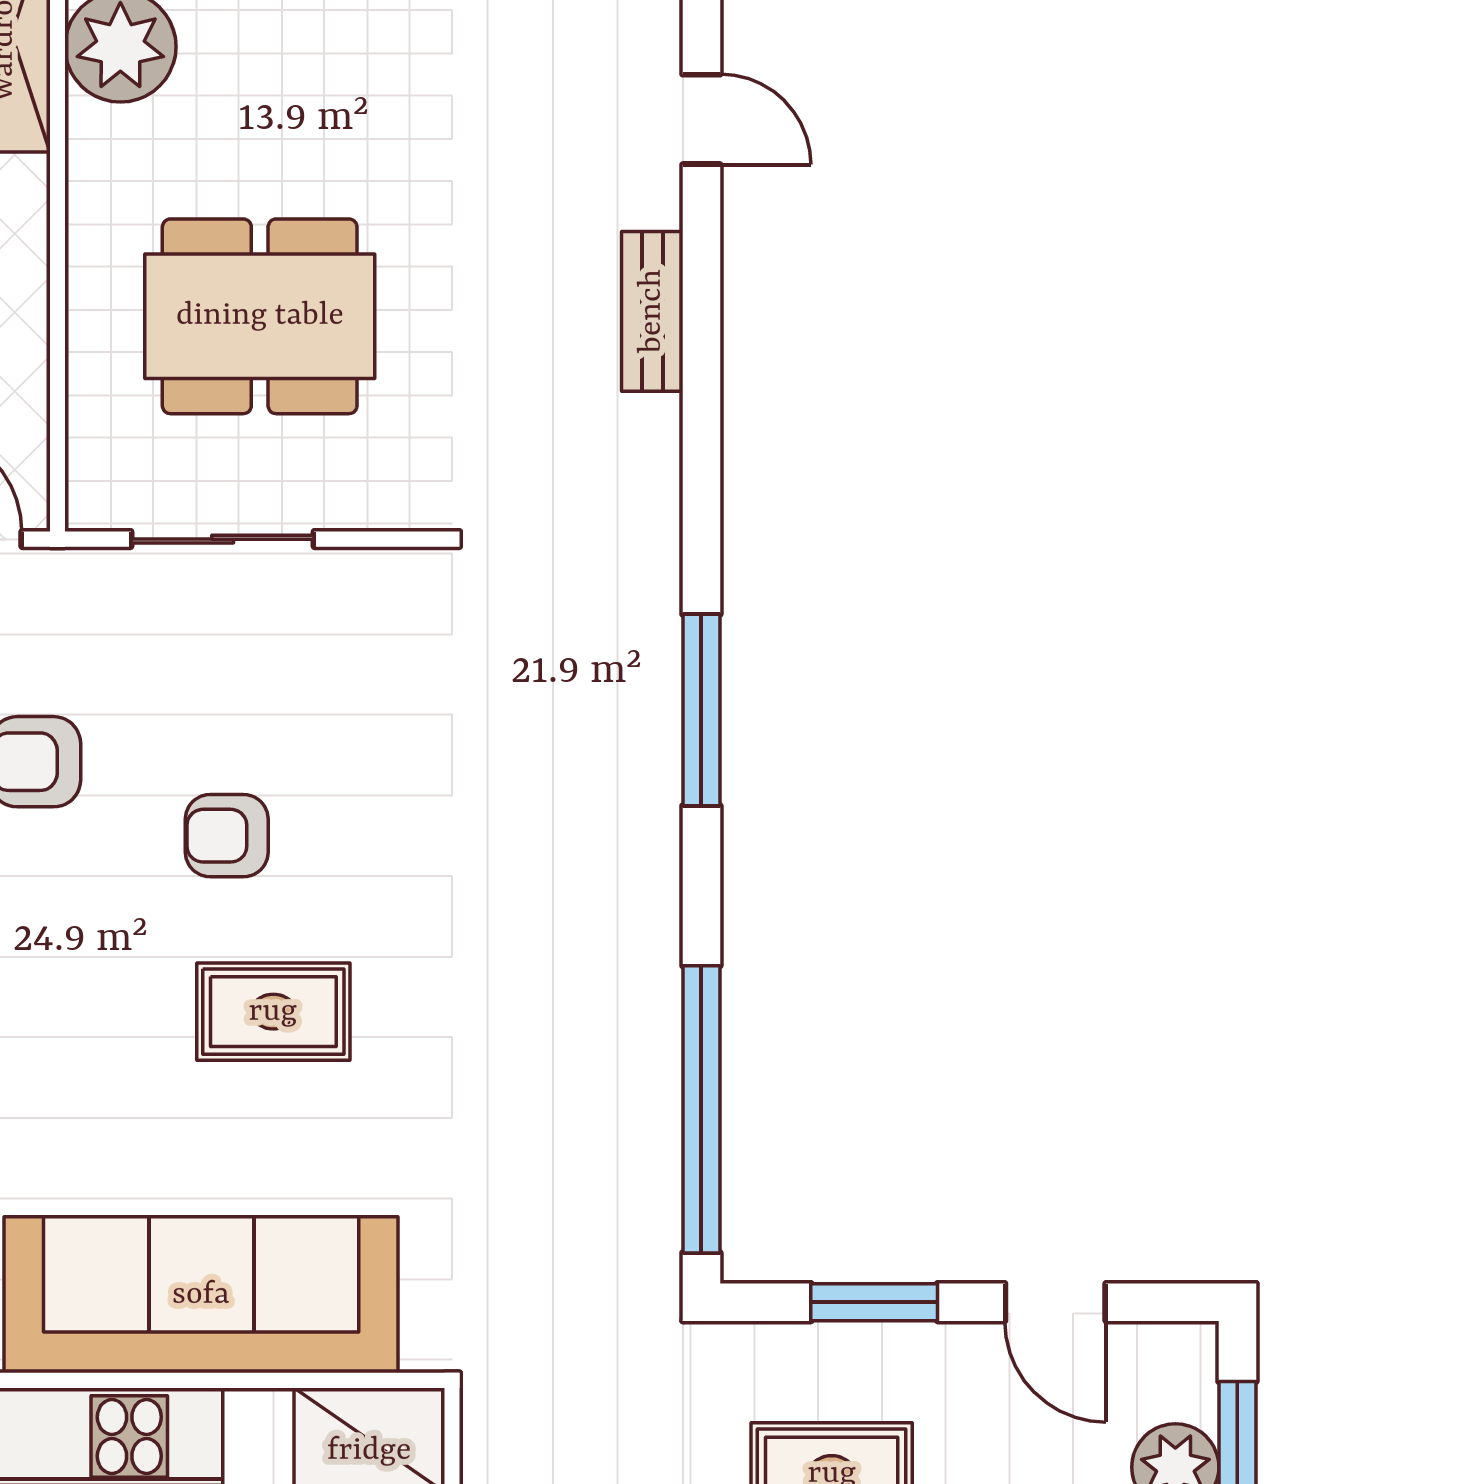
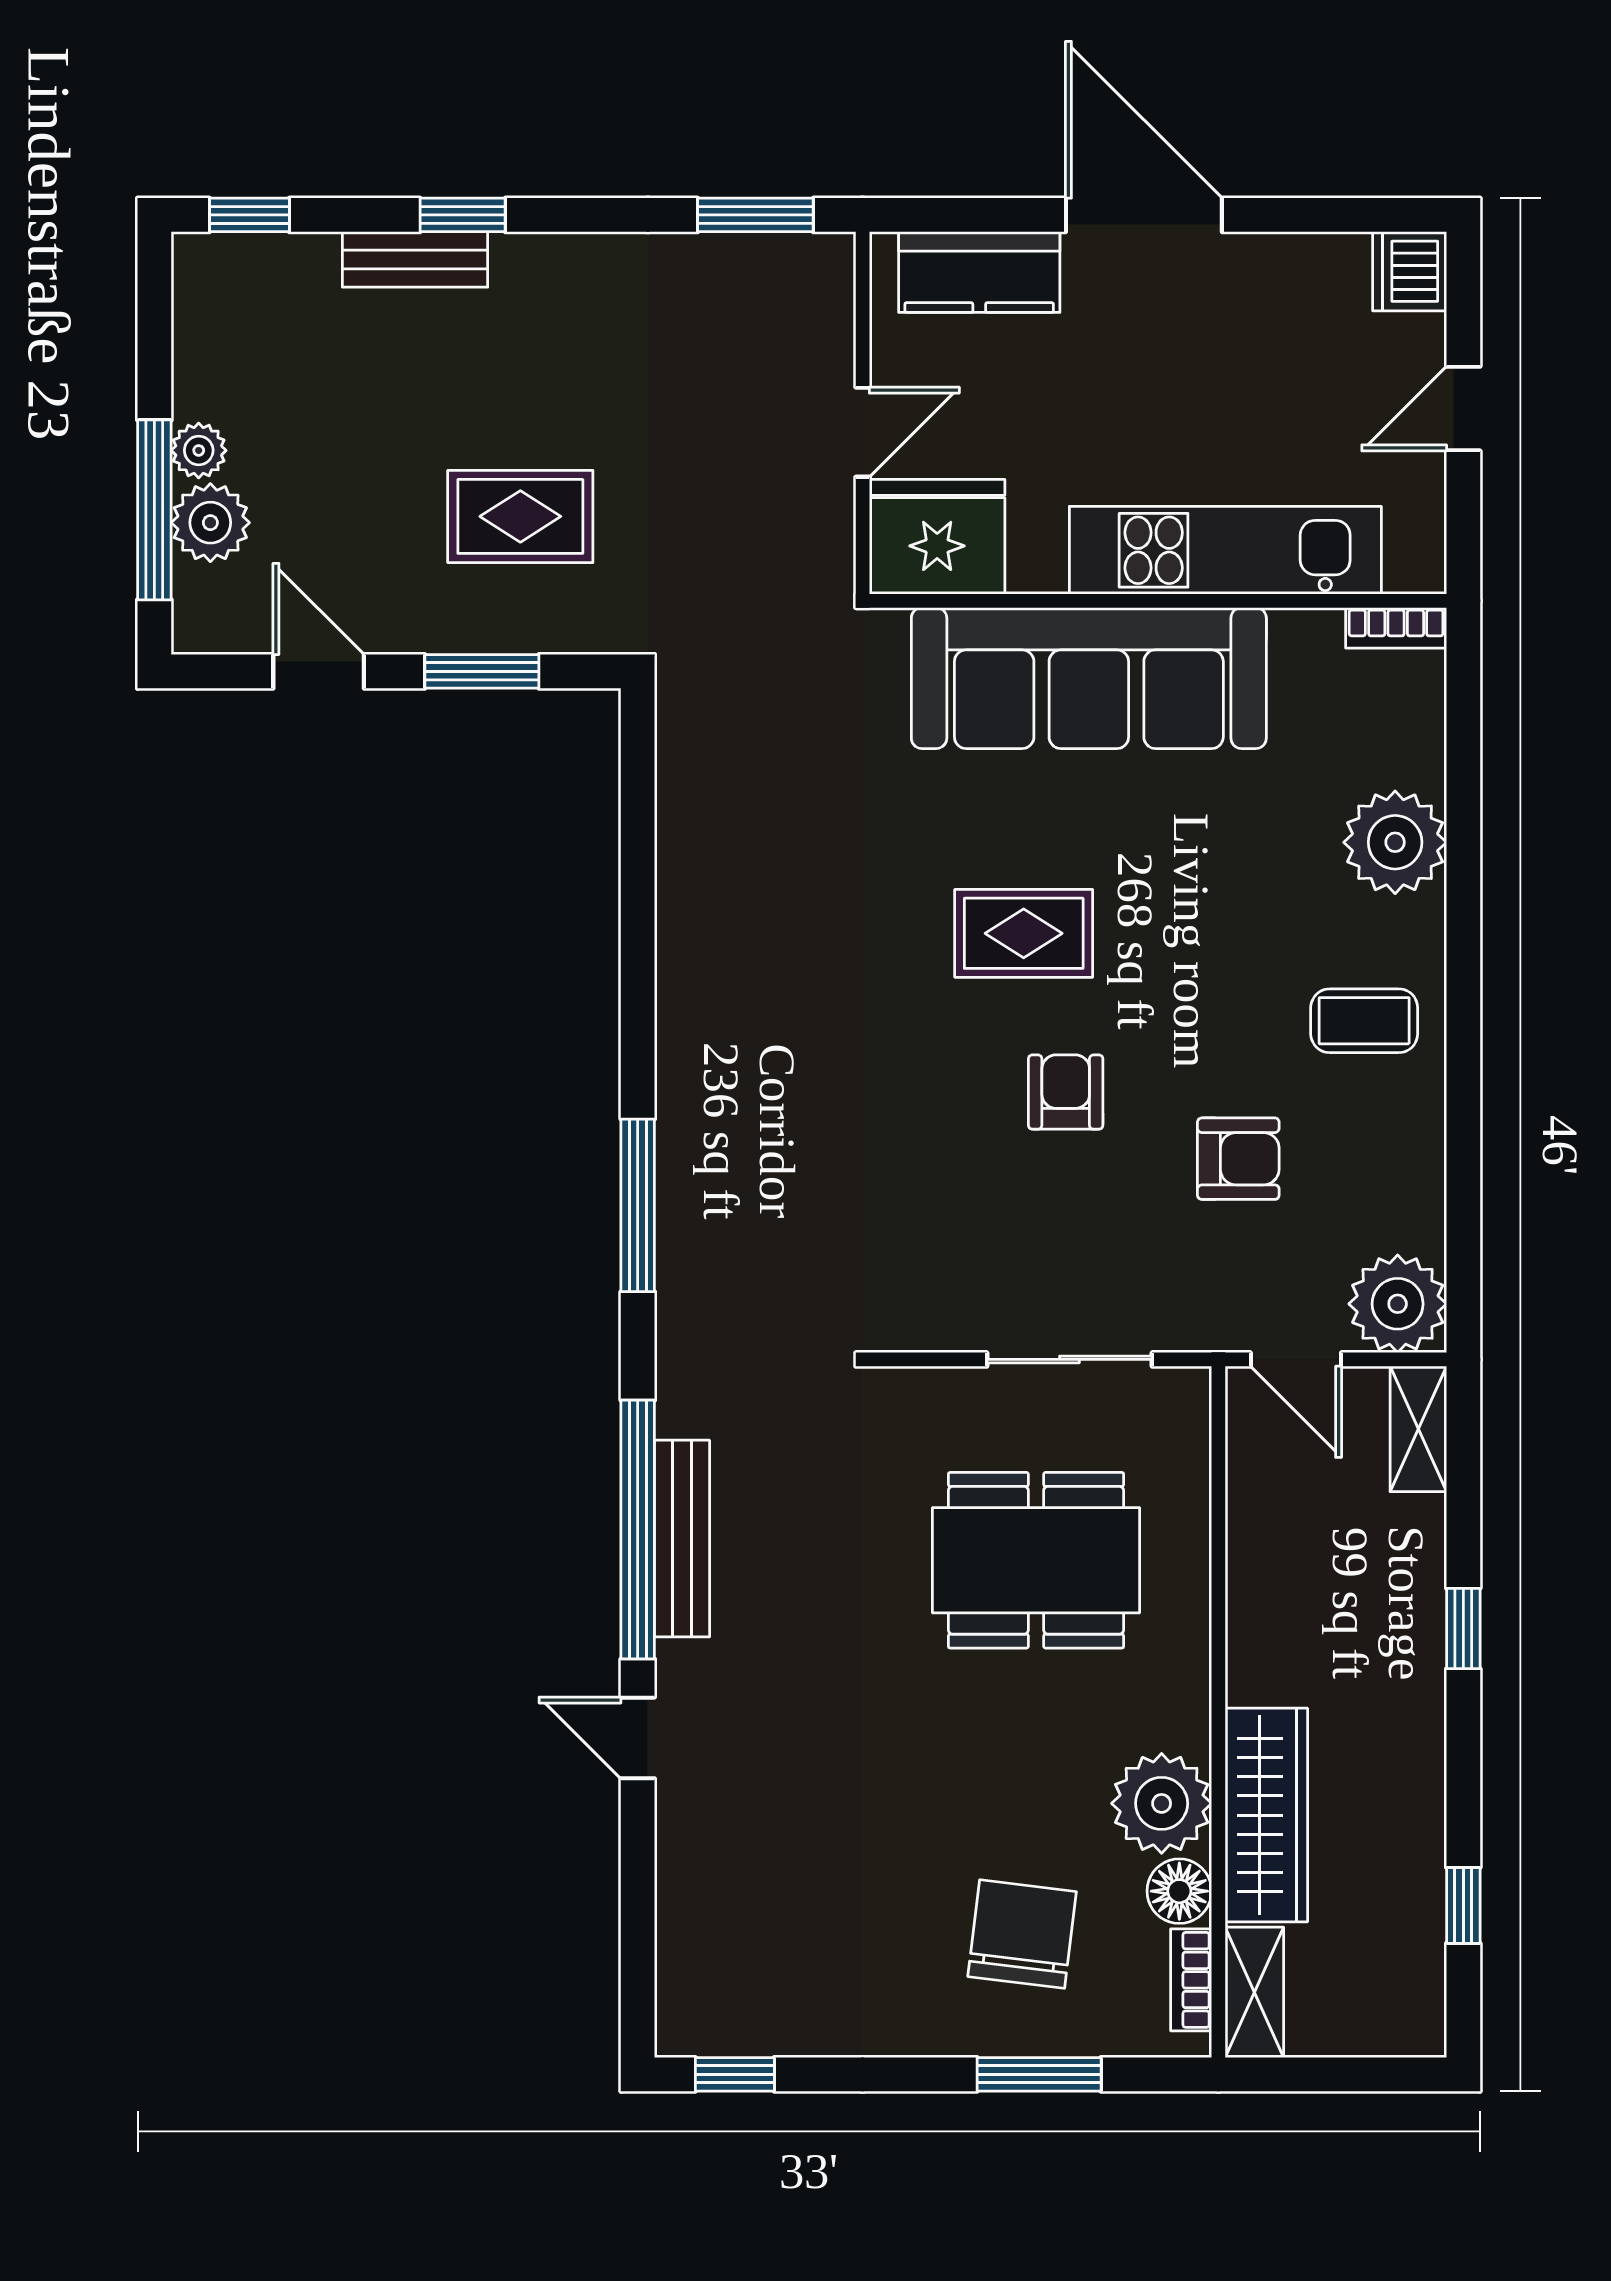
bench: (652, 311) -> (682, 1539), width x1.36
armchair: (227, 836) -> (1066, 1092), turned -90
window: (701, 1109) -> (638, 1530), moved

